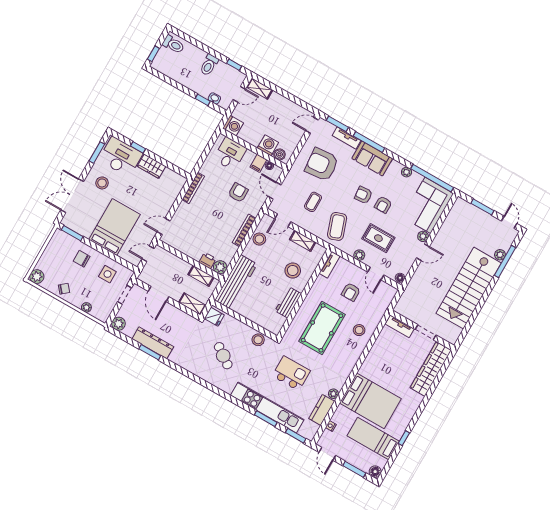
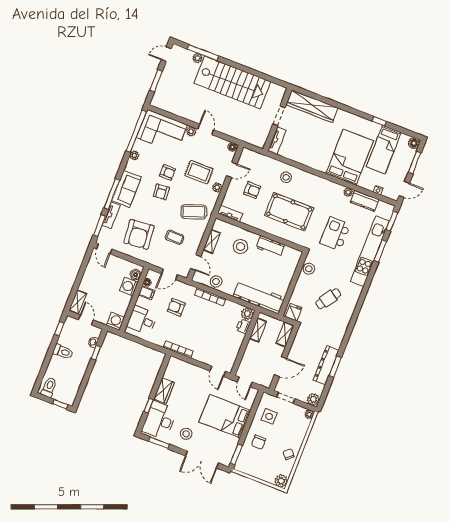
rug: (378, 238) -> (199, 172), turned 90
plant: (86, 307) -> (309, 414), moved

